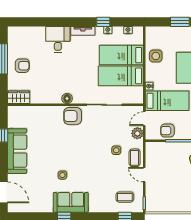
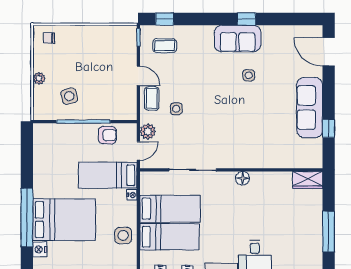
armchair: (22, 66) -> (303, 222), removed
armchair: (73, 116) -> (235, 155), removed

